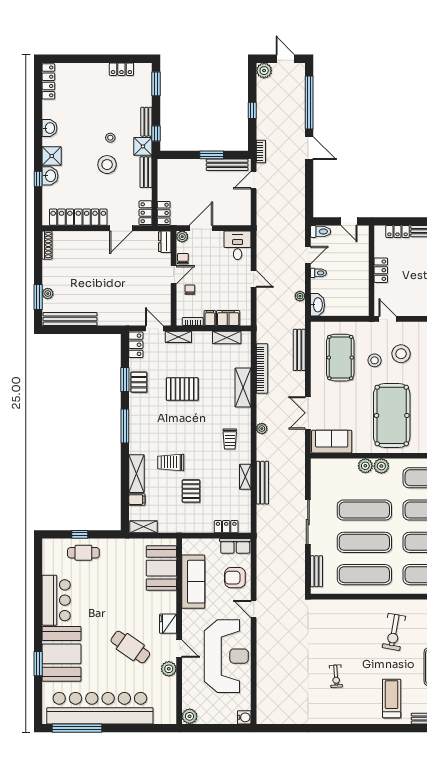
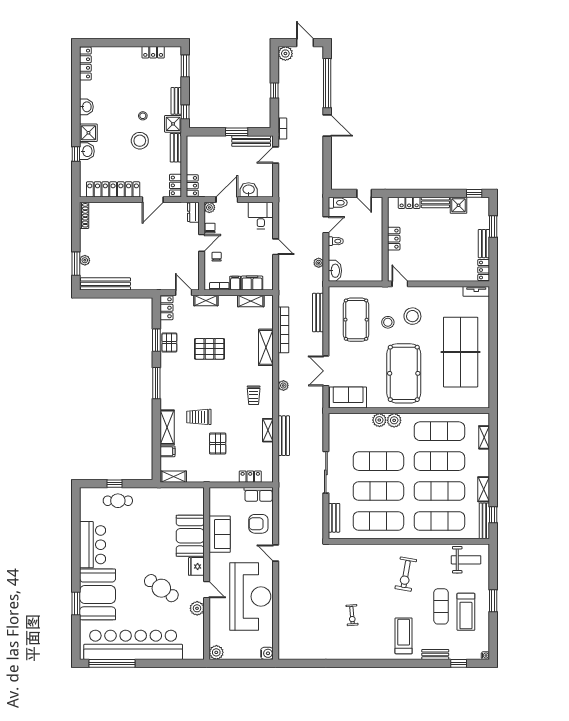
washbasin: (224, 218) -> (249, 190), added
booth: (161, 568) -> (190, 536), moved
sofa: (193, 582) -> (220, 534), width x0.73

